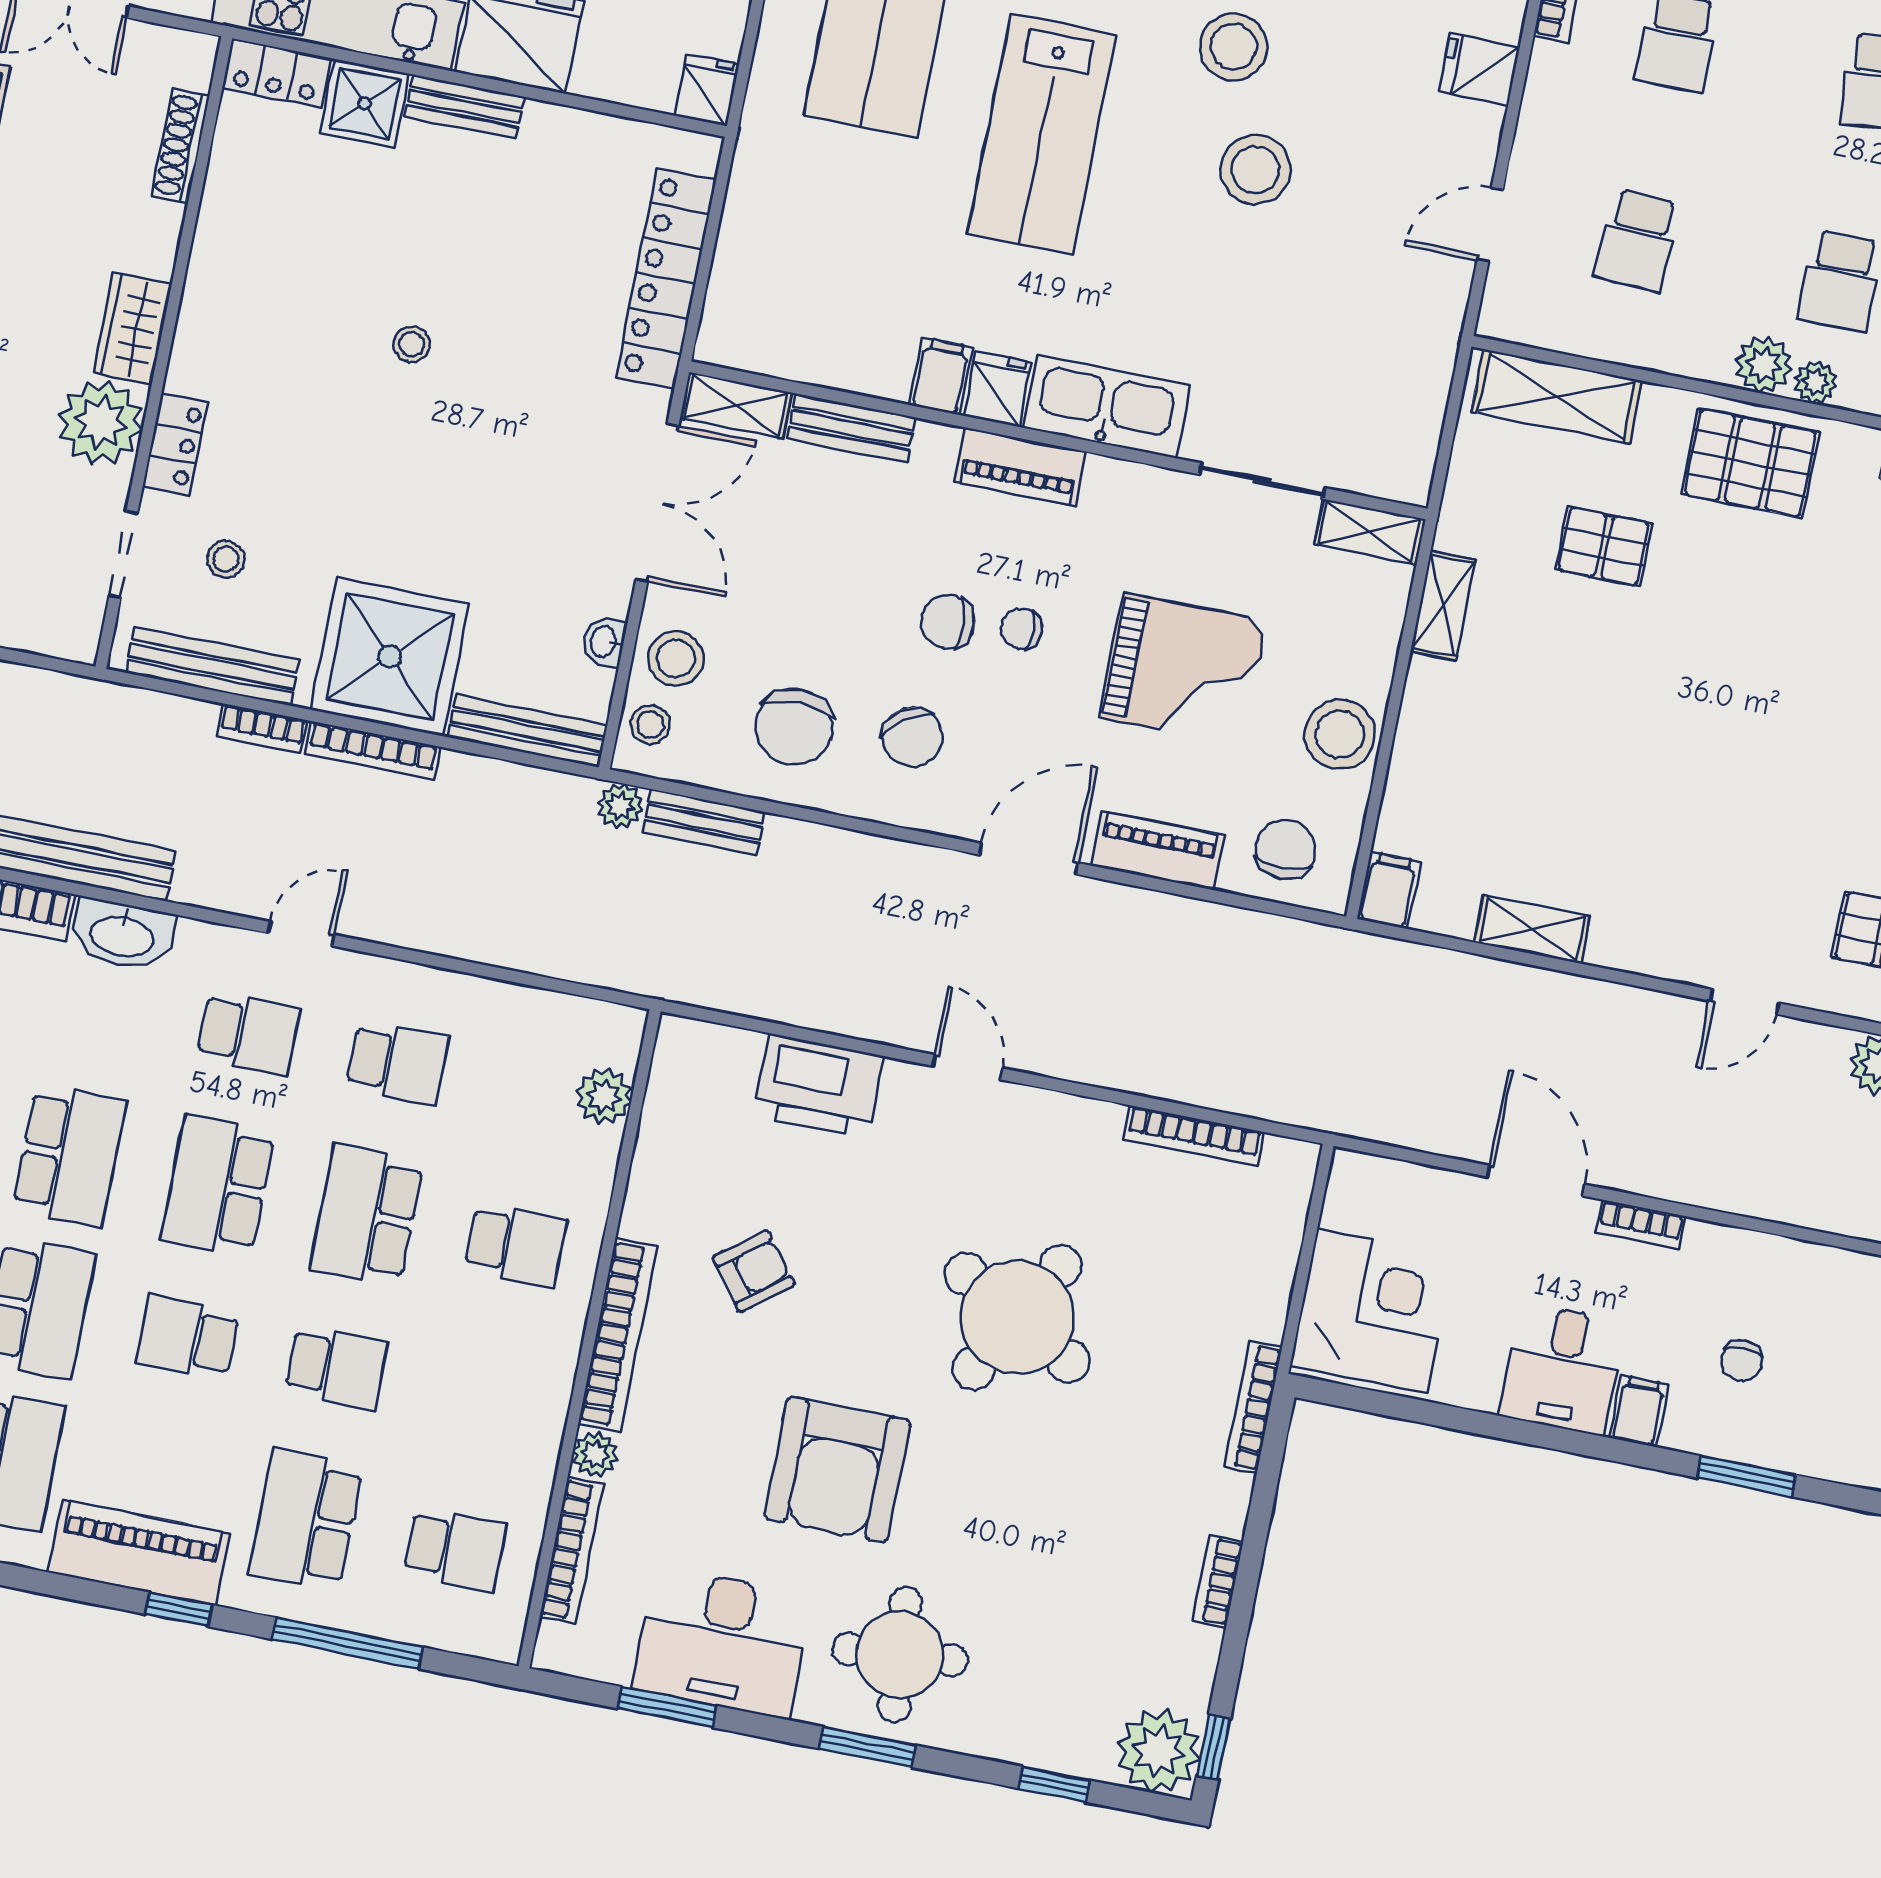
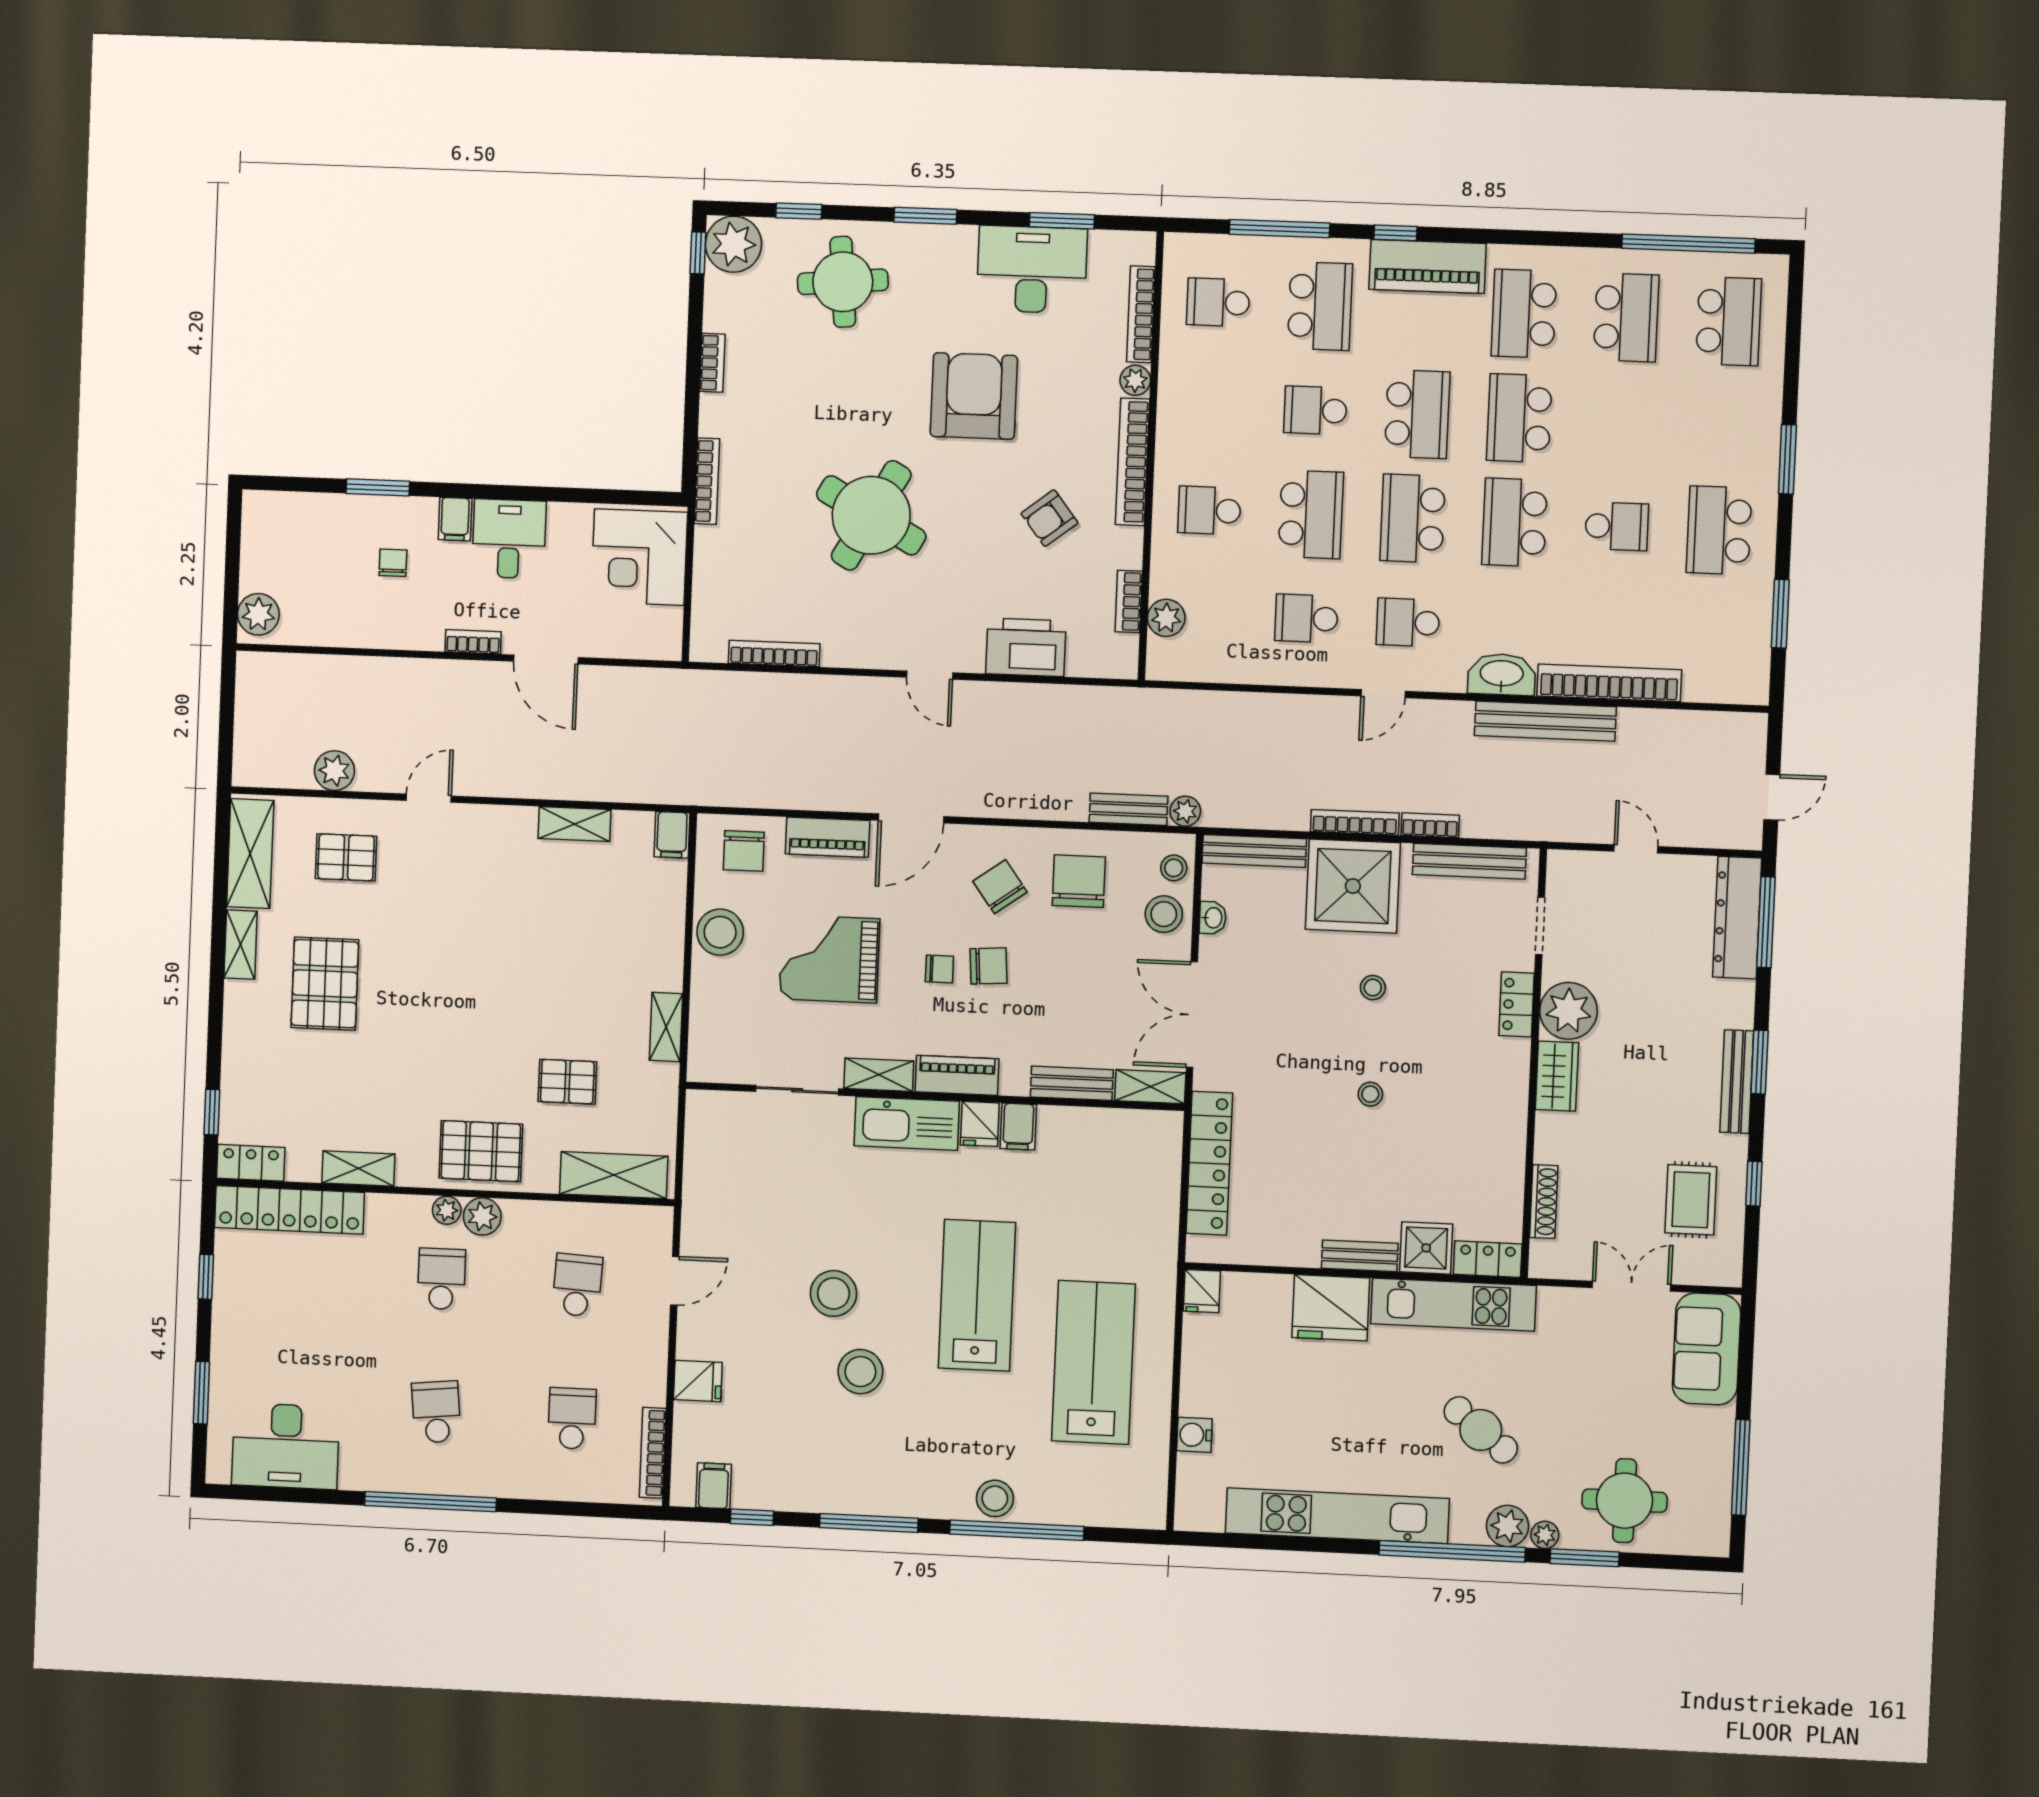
shelving: (1369, 532) -> (879, 1075), moved
stool: (226, 559) -> (1373, 988), moved
bookcase: (656, 1129) -> (1129, 601), added
school desk: (218, 1185) -> (1413, 518), turned 180
school desk: (188, 1338) -> (1417, 414), width x1.85
round table: (900, 1655) -> (843, 282), moved

